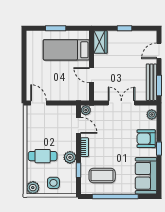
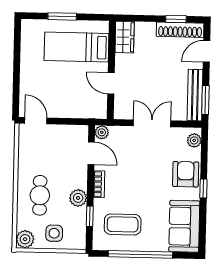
window: (124, 28) -> (176, 19), moved
shoe rack: (140, 36) -> (180, 30), added
armchair: (146, 139) -> (186, 174), turned 90
cafe table: (43, 156) -> (40, 195), turned 90

